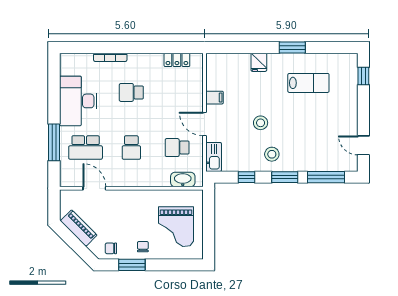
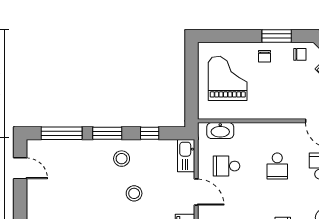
school desk: (131, 148) -> (277, 166), turned 180
school desk: (177, 148) -> (227, 166), turned 180

